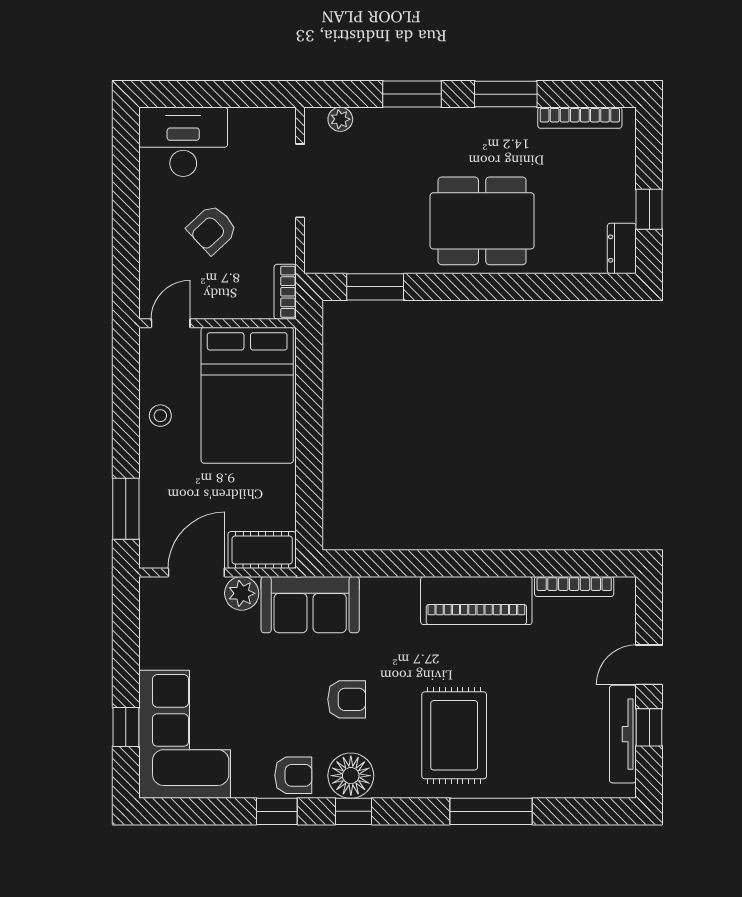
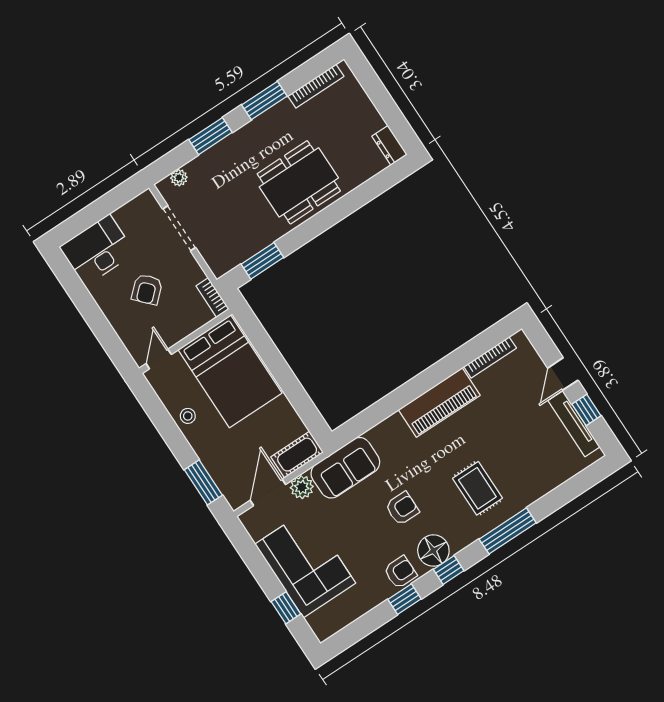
window: (649, 209) -> (390, 112), removed
corner sofa: (185, 734) -> (305, 564), moved
rug: (454, 735) -> (477, 488), width x0.73, depth x0.70
window: (491, 811) -> (508, 531), moved

